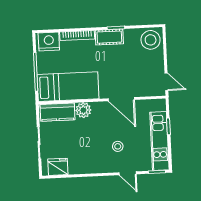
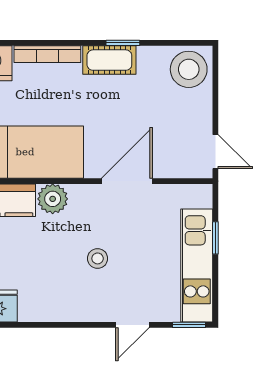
door: (121, 99) -> (127, 181), swing flipped
stool: (118, 146) -> (98, 258), moved
door: (128, 173) -> (132, 325), hinge flipped

